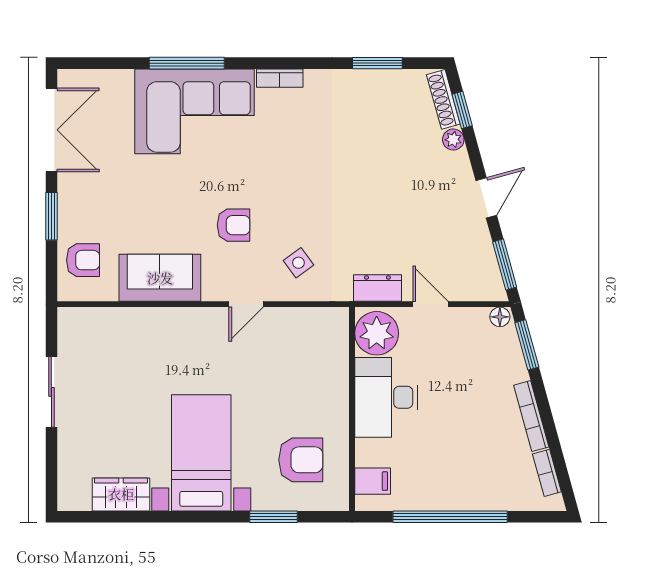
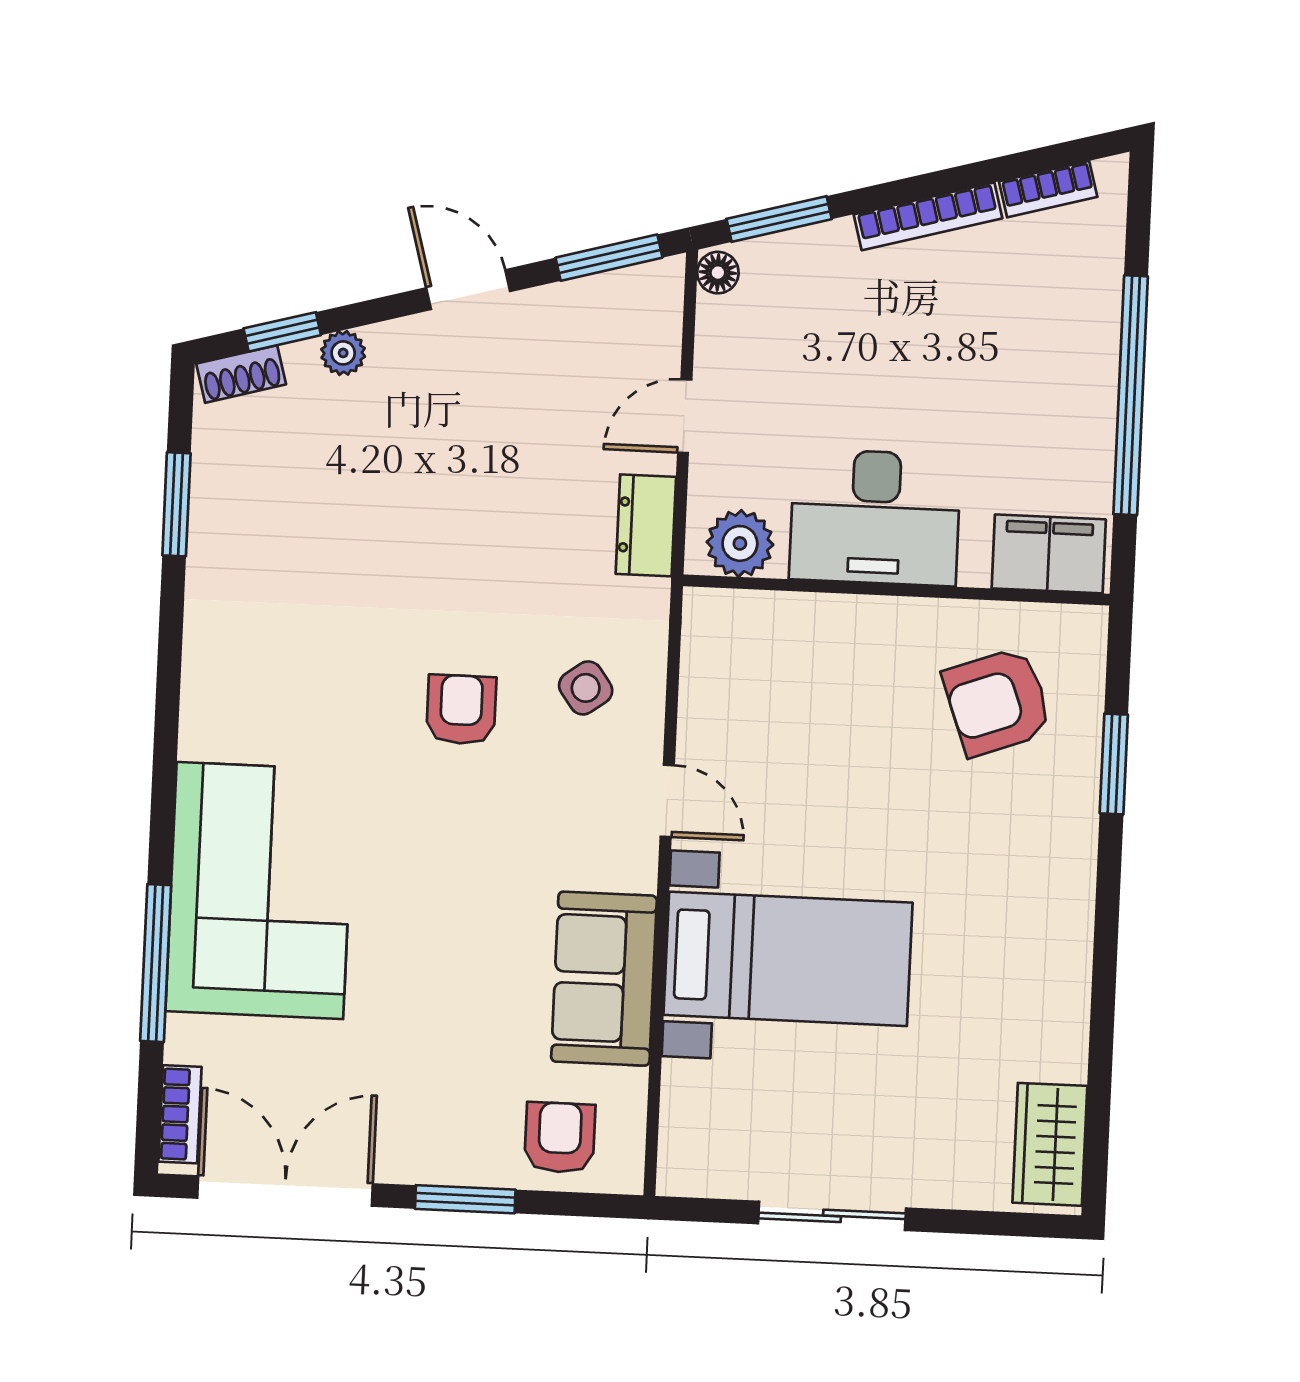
window: (187, 63) -> (156, 963), moved
bookcase: (280, 78) -> (180, 1114), moved
shoe rack: (443, 99) -> (241, 374), width x0.70
armchair: (234, 225) -> (461, 710), moved
plant: (377, 333) -> (740, 543), width x0.73, depth x0.73
bed with nightstands: (201, 453) -> (788, 959), moved, turned 180
armchair: (301, 460) -> (998, 702), turned -110
filing cabinet: (373, 481) -> (1049, 554), width x2.00
wardrobe: (121, 494) -> (1050, 1144), moved

